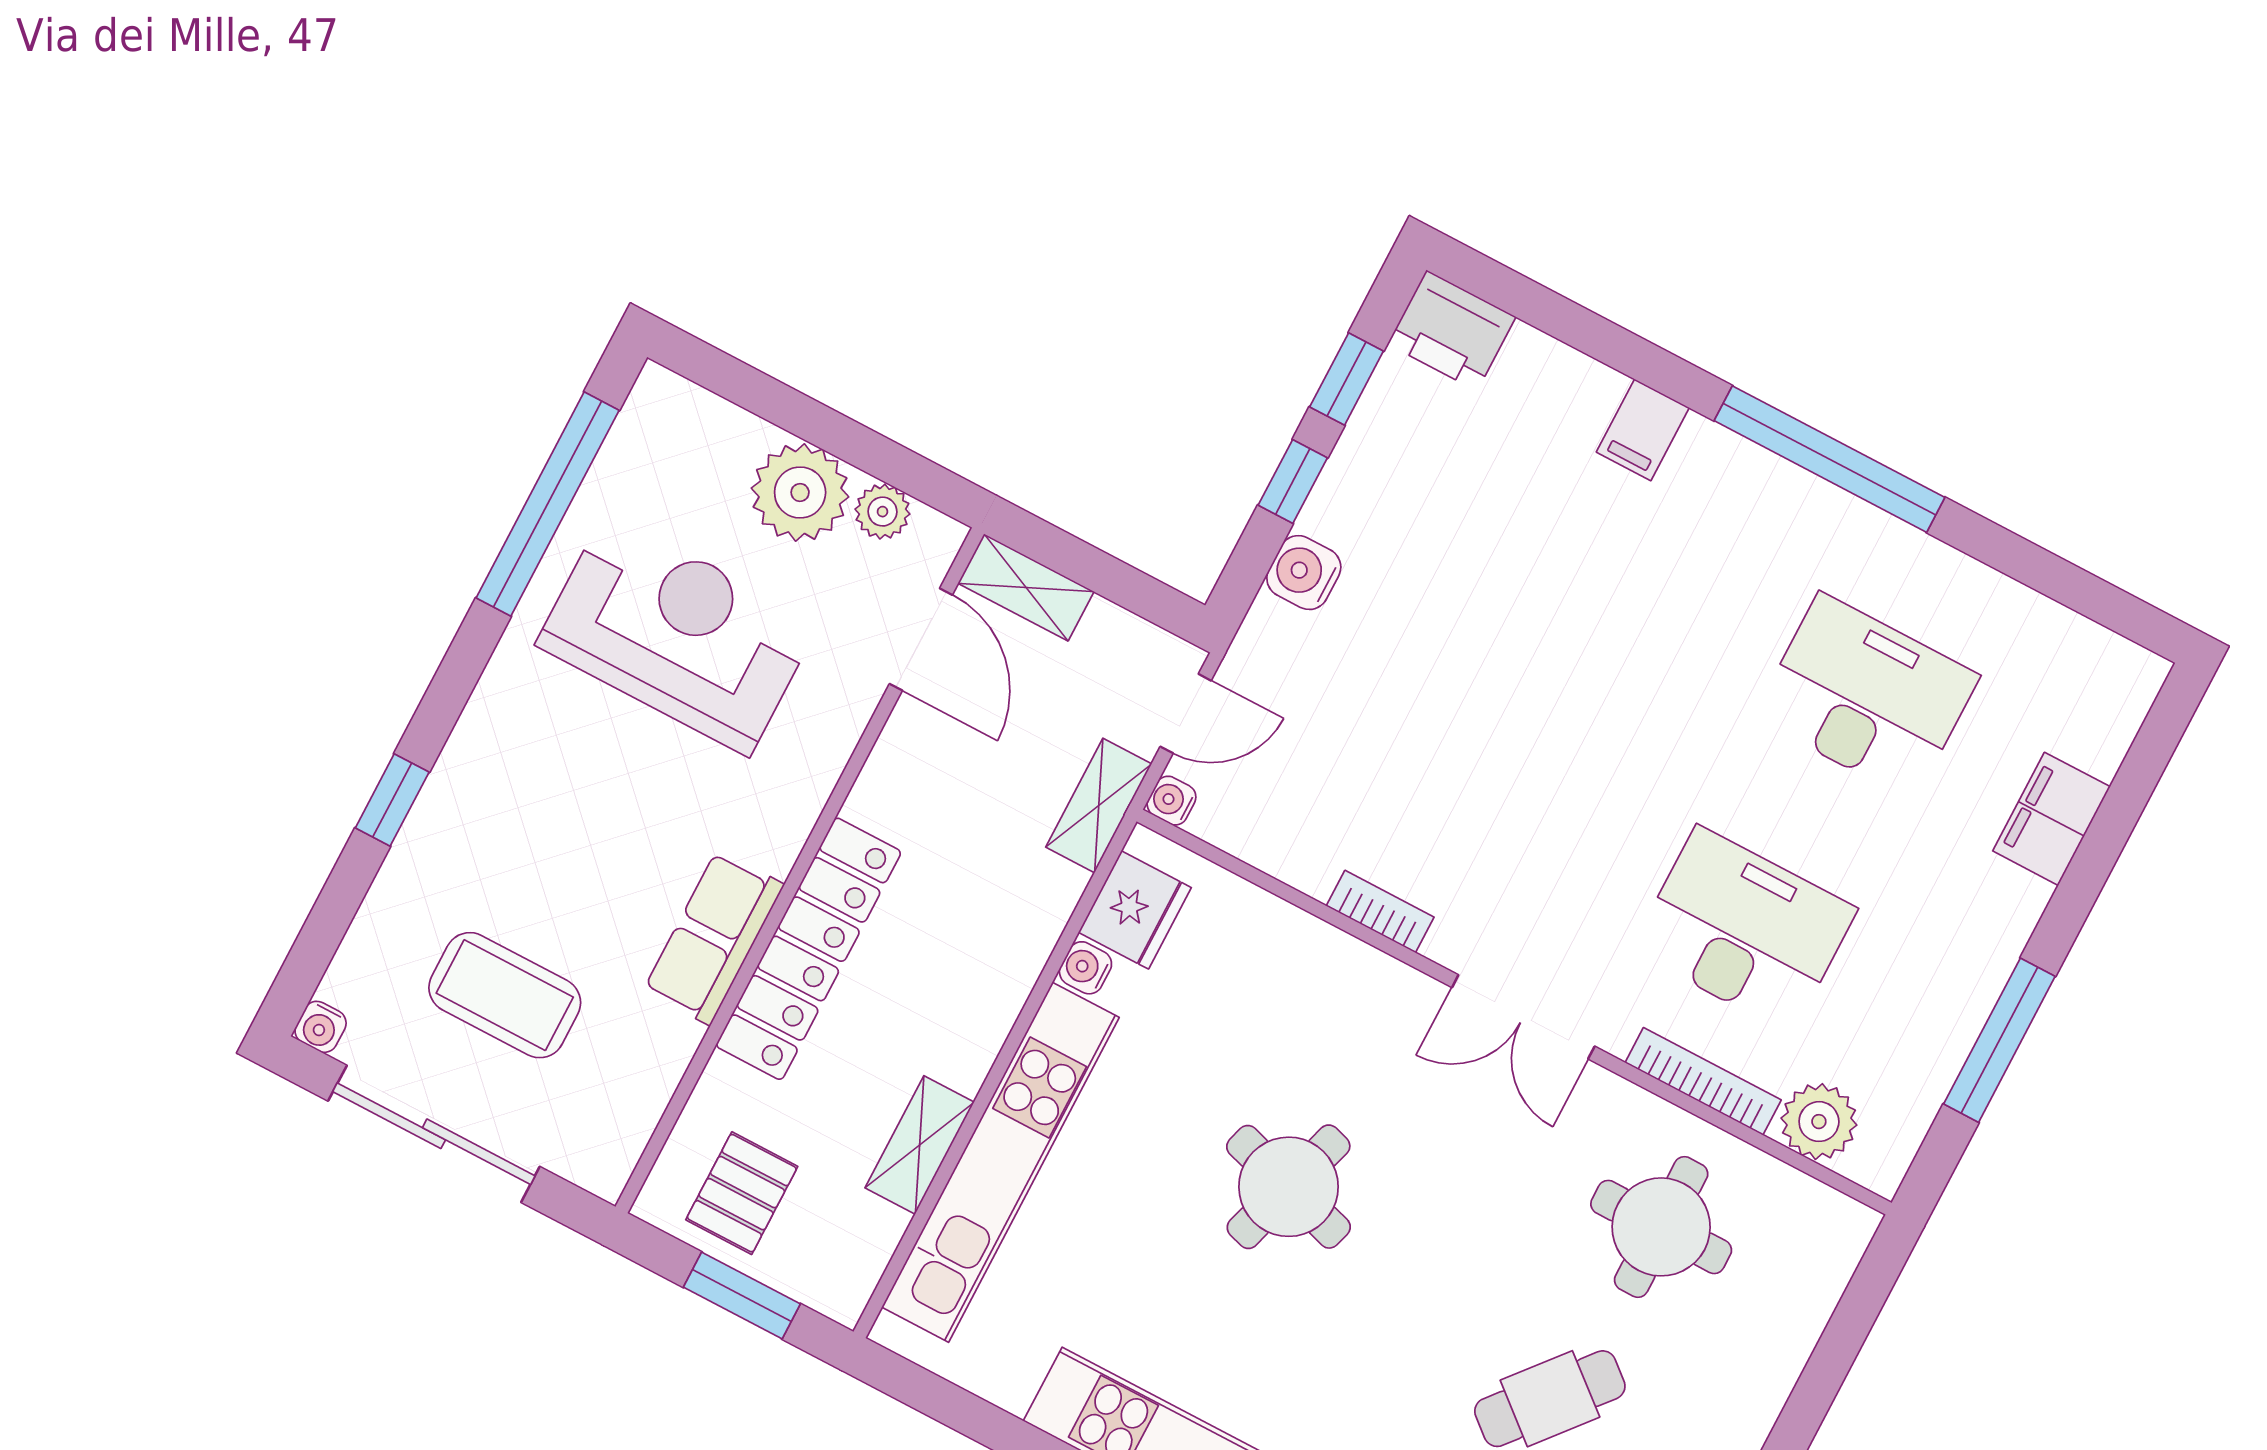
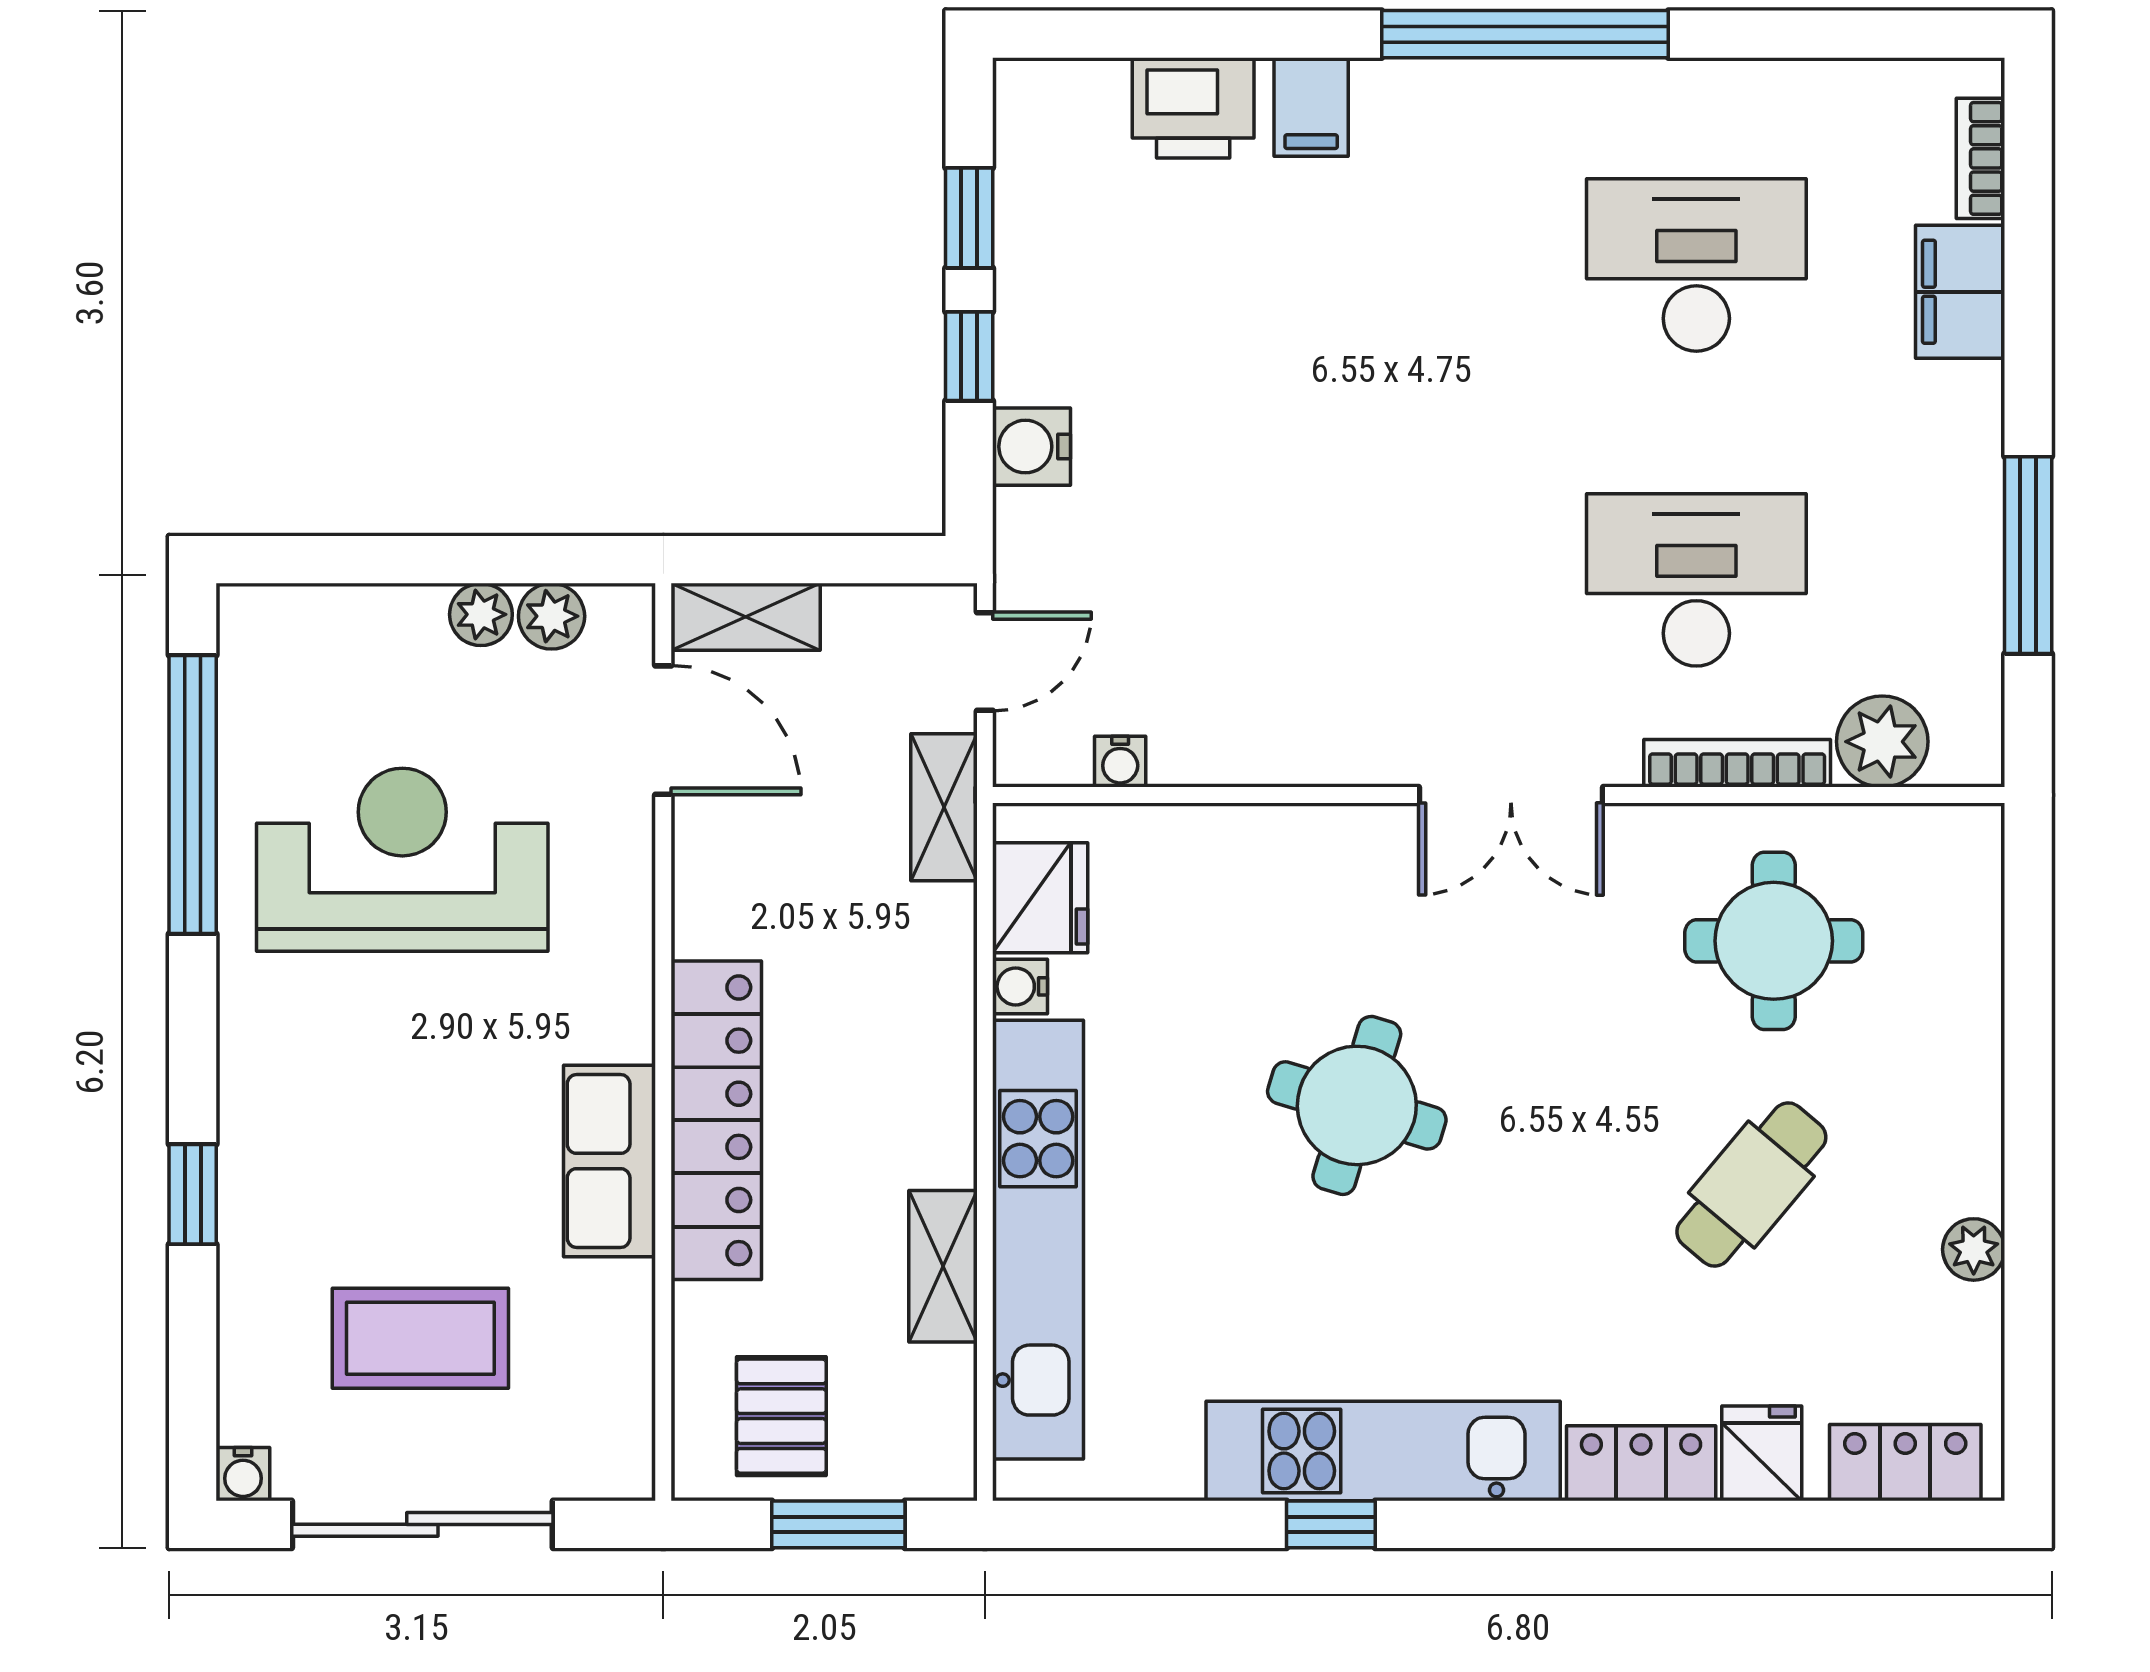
printer: (1452, 330) -> (1193, 108), moved
plant: (800, 492) -> (481, 614), width x0.53, depth x0.53
water cooler: (1172, 801) -> (1120, 762), moved, turned -90
bookcase: (1380, 912) -> (1980, 158), moved, turned -90

